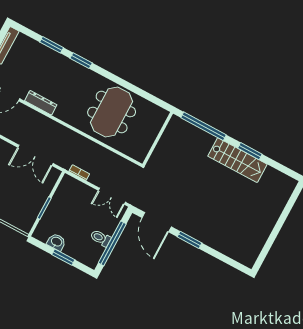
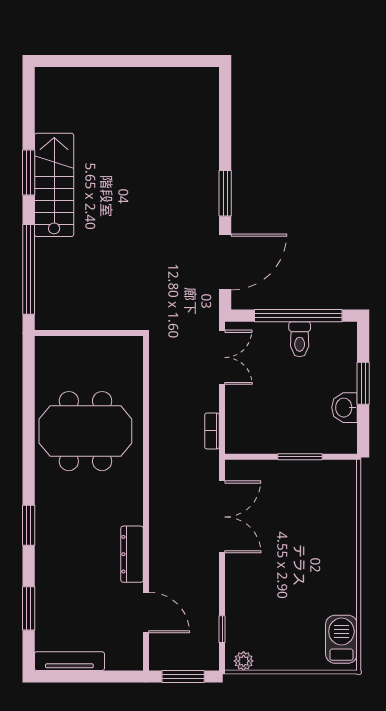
window: (52, 45) -> (29, 608), moved

